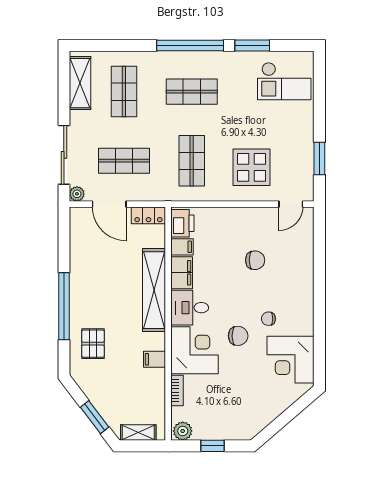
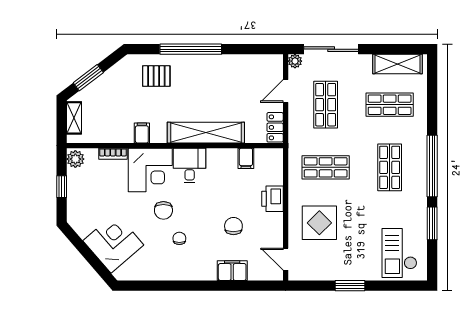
window: (319, 158) -> (350, 286), moved
door: (109, 204) -> (286, 91), width x0.73
printer: (182, 223) -> (272, 199), moved, turned 90
chair: (255, 260) -> (233, 226), turned 180
filing cabinet: (182, 273) -> (232, 271), moved, turned 180
corner desk: (290, 360) -> (113, 243), moved, turned 49

